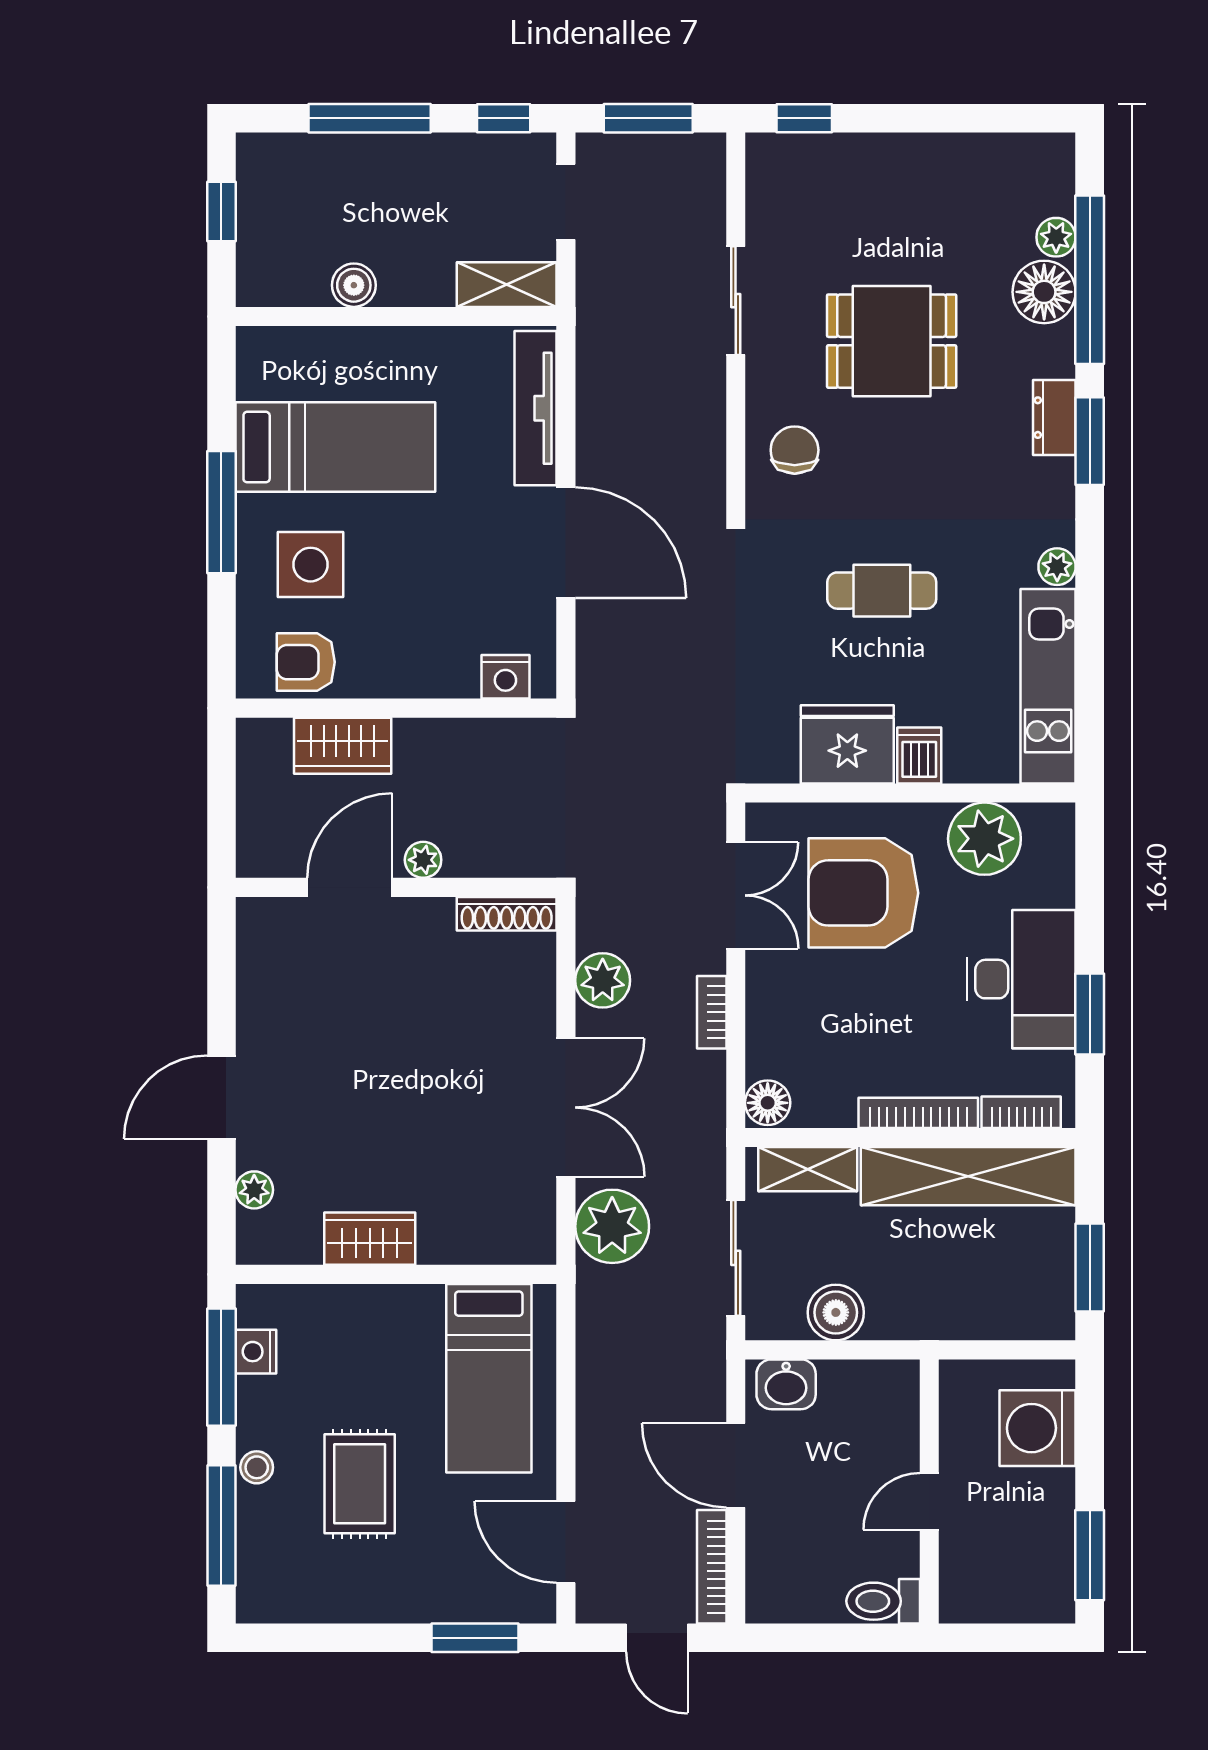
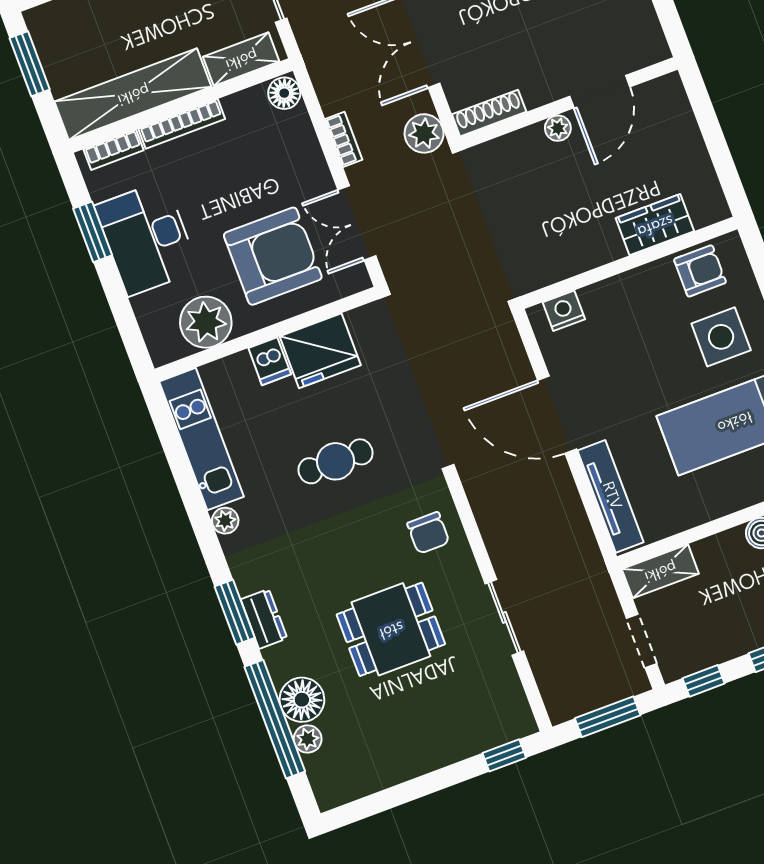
plant: (423, 860) -> (558, 128), moved
door: (350, 887) -> (600, 92), moved
wall: (396, 887) -> (569, 103), moved
shoe rack: (507, 914) -> (489, 113), moved

